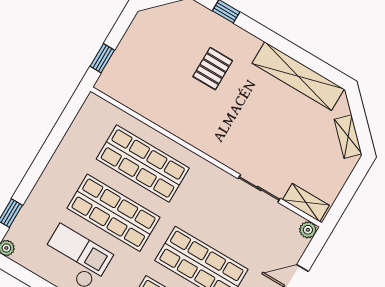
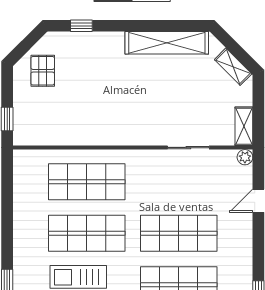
pallet: (213, 69) -> (43, 71), moved
shelving: (306, 202) -> (244, 126), moved, turned 90

